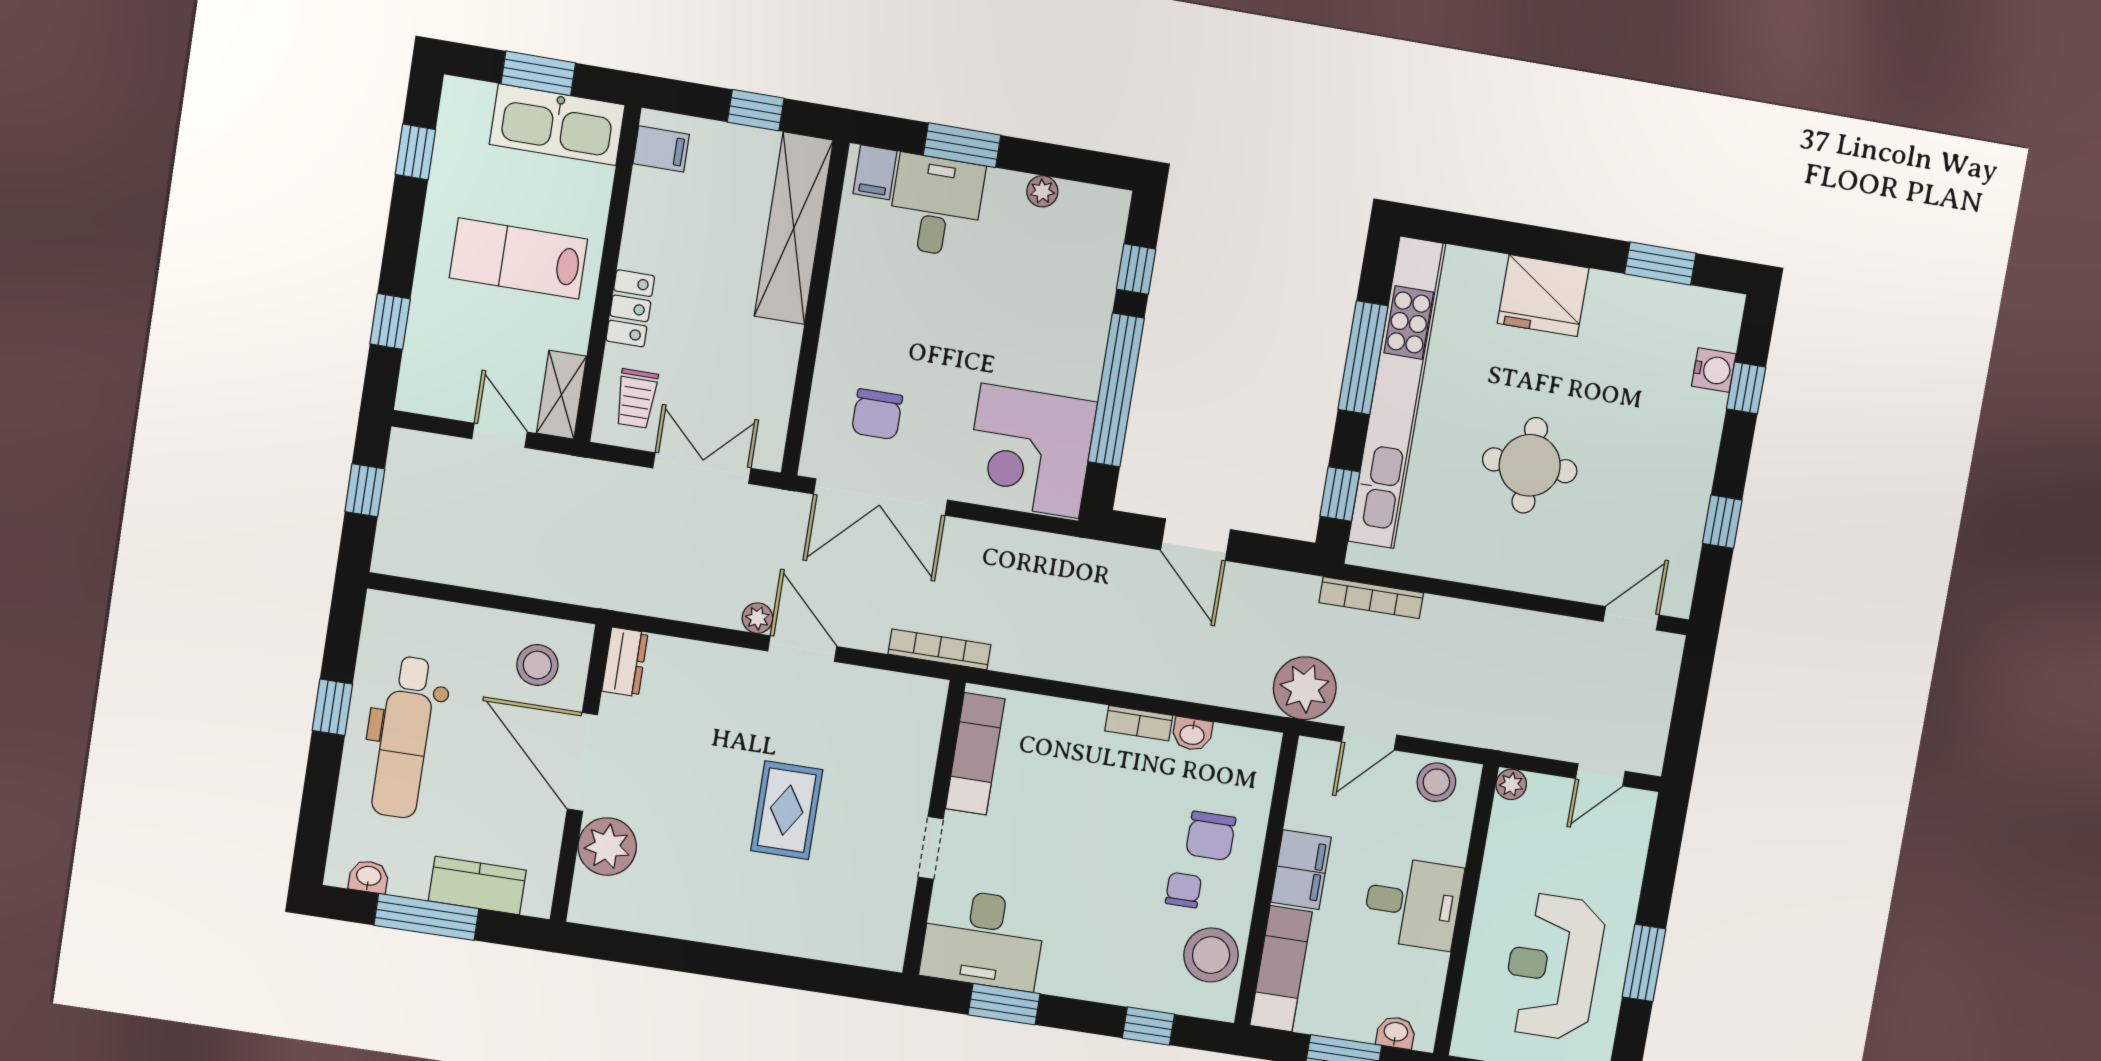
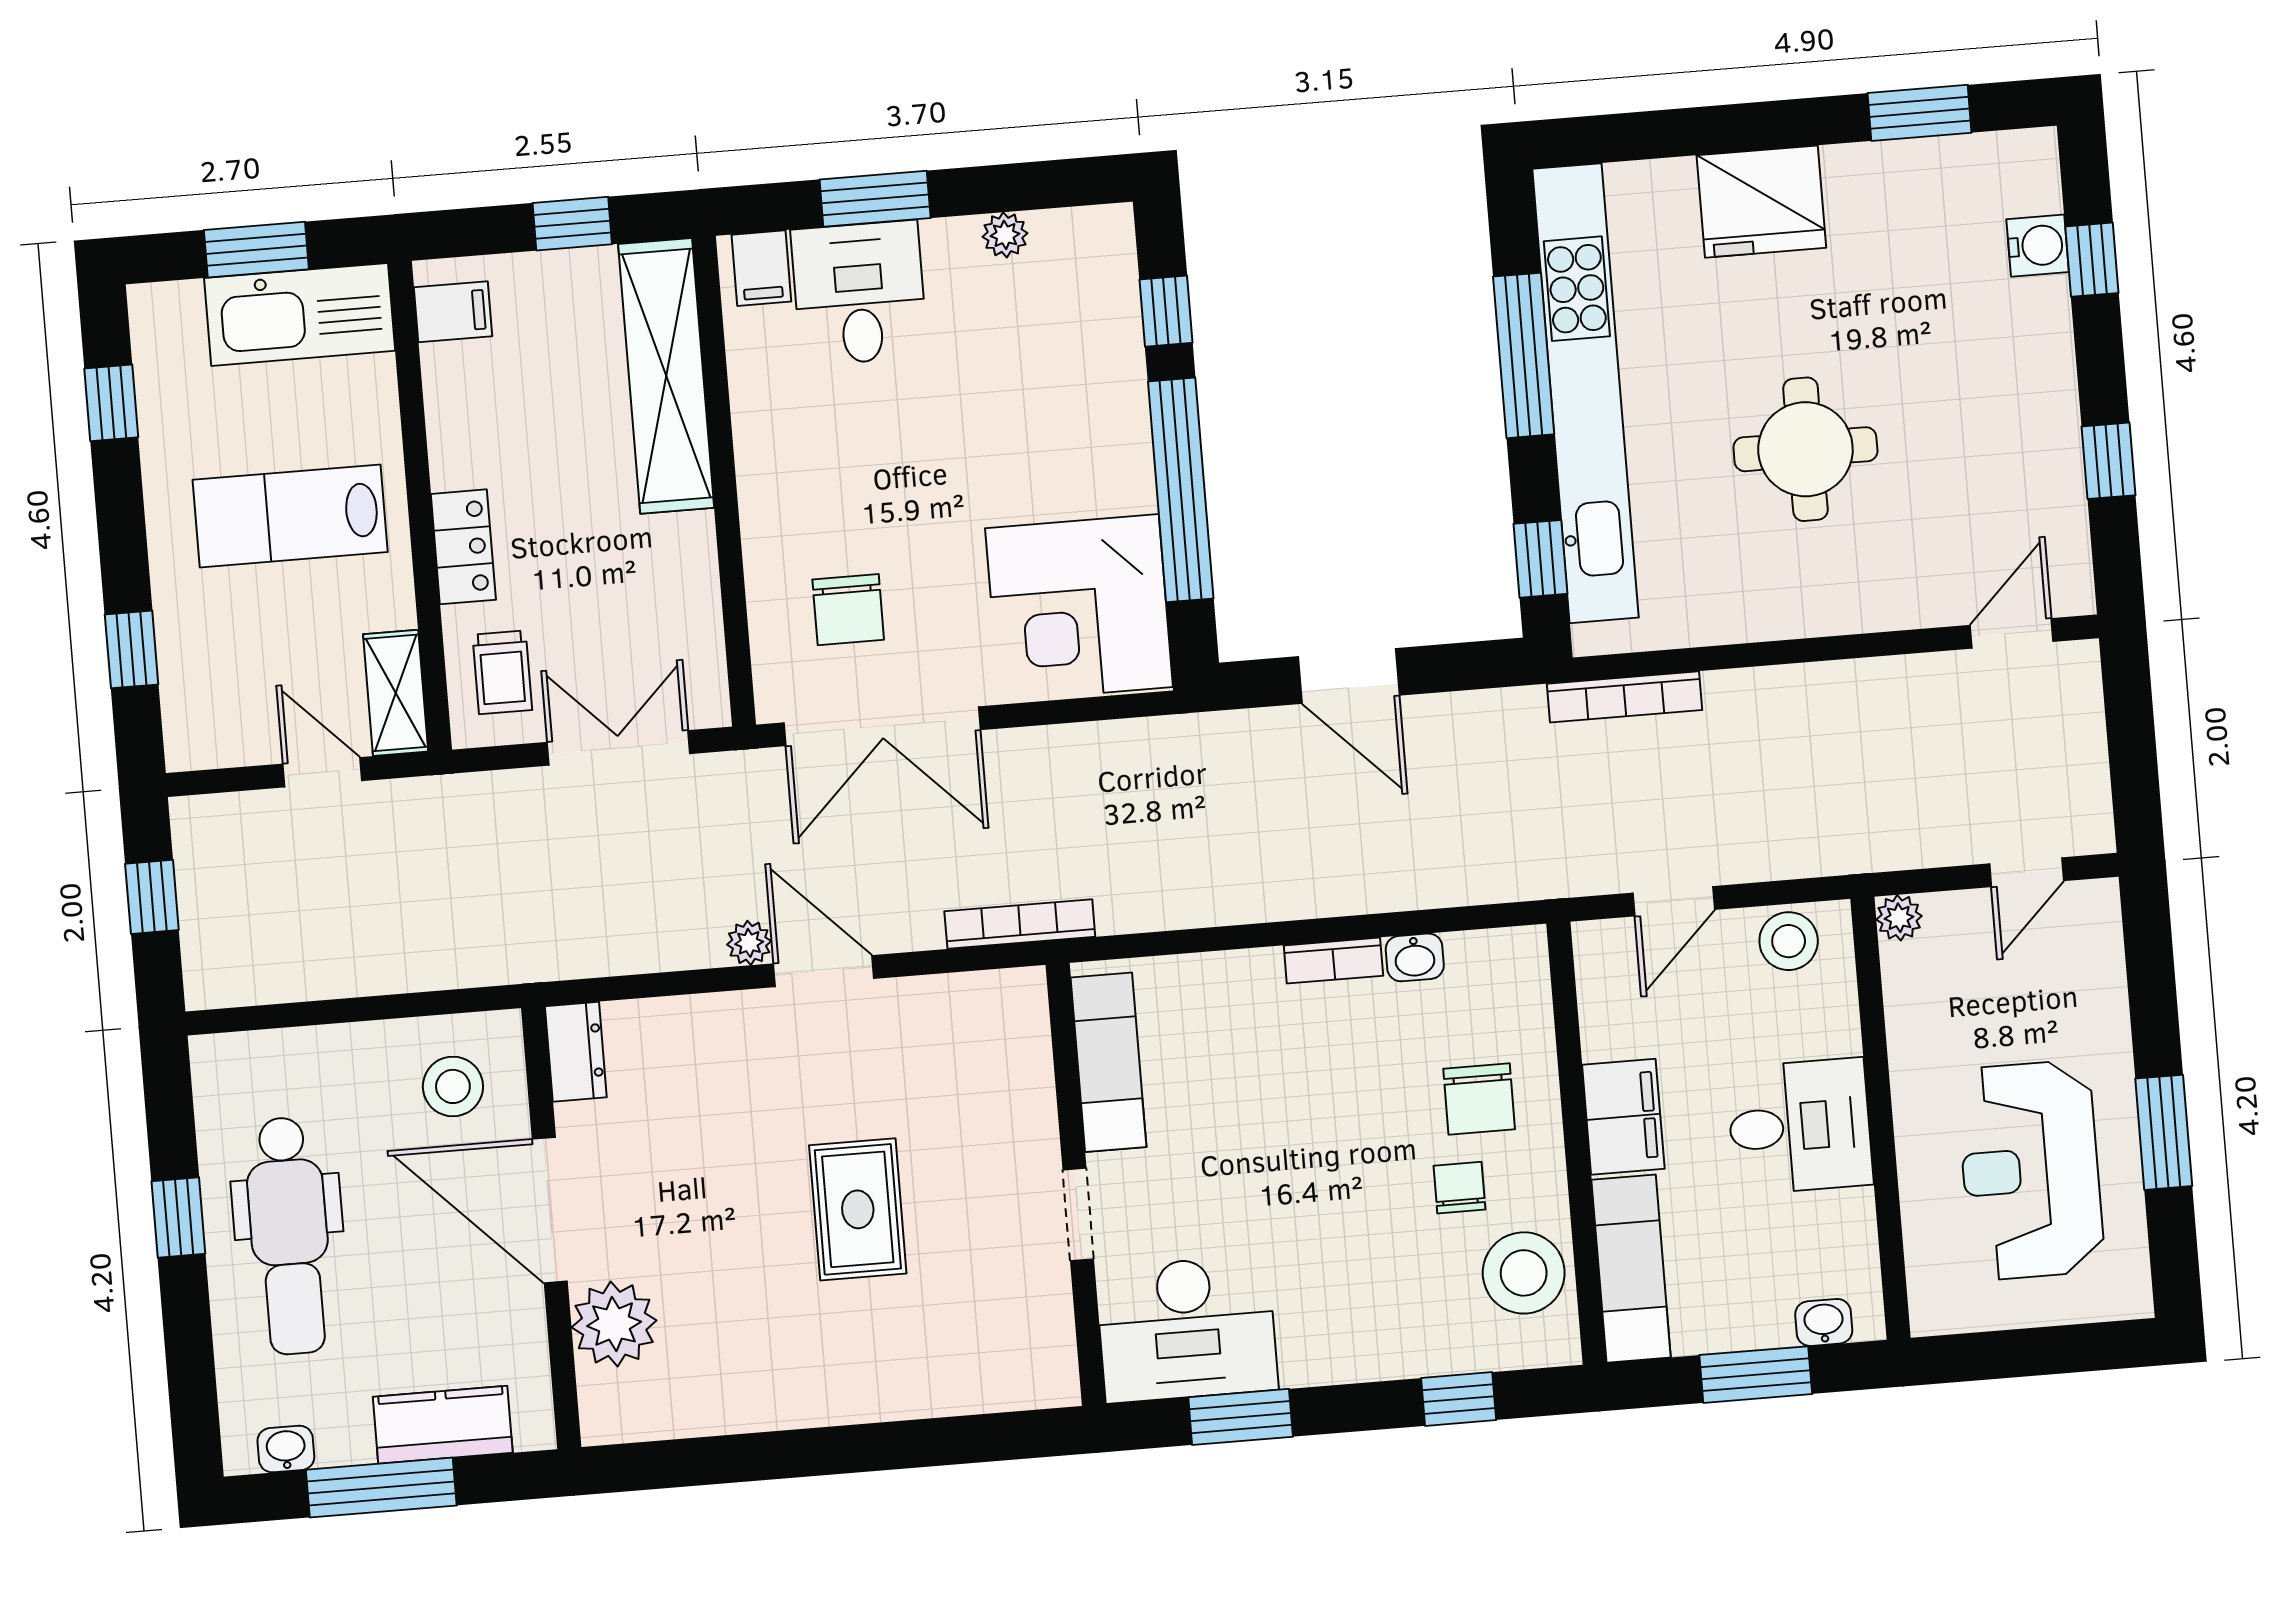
plant: (1305, 688) -> (1561, 851), removed

